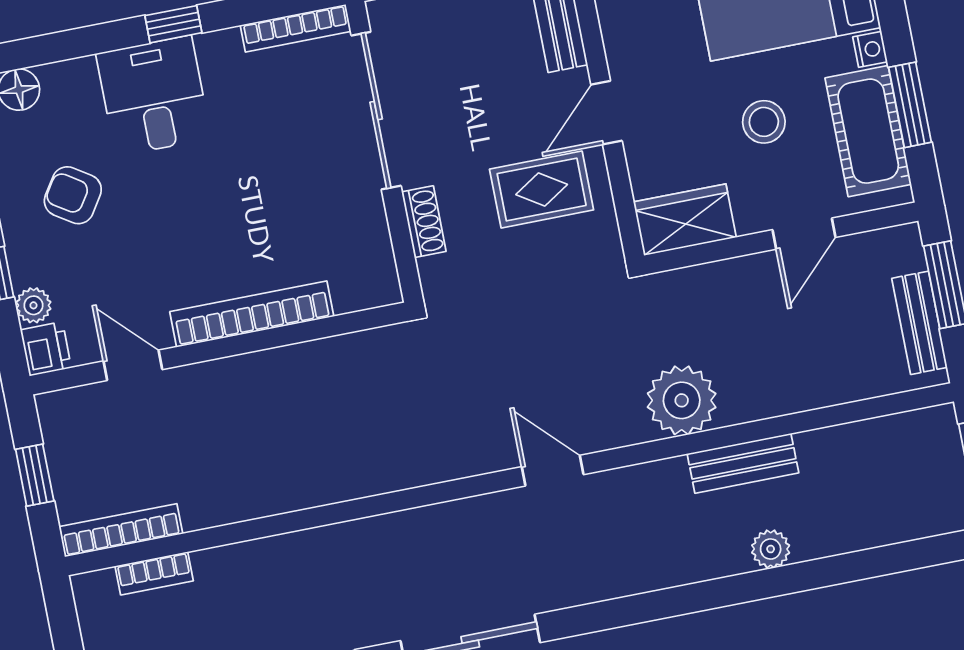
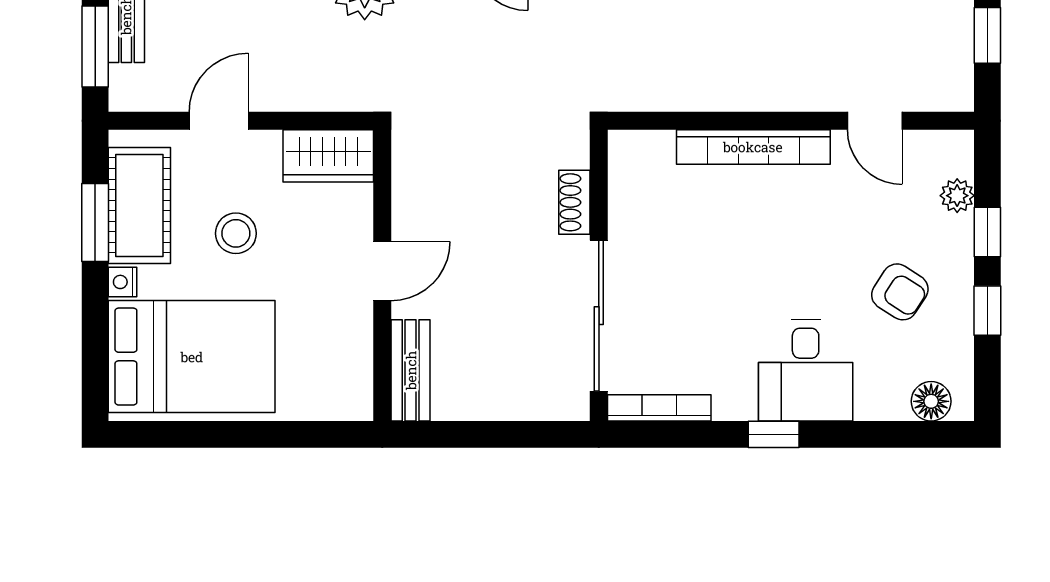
rug: (542, 190) -> (458, 211), removed
printer: (46, 349) -> (954, 152), removed

